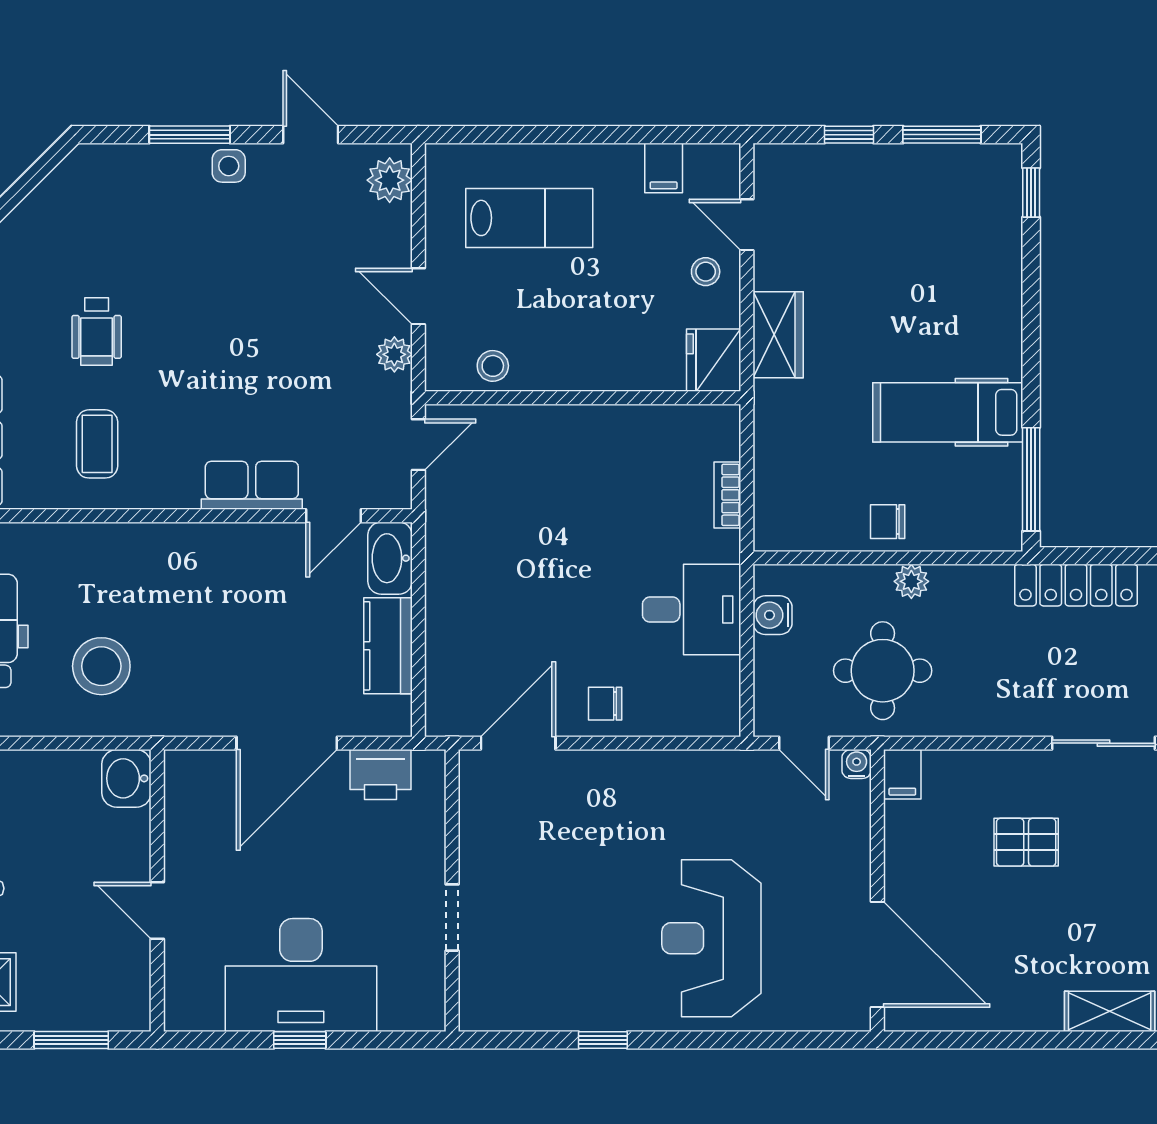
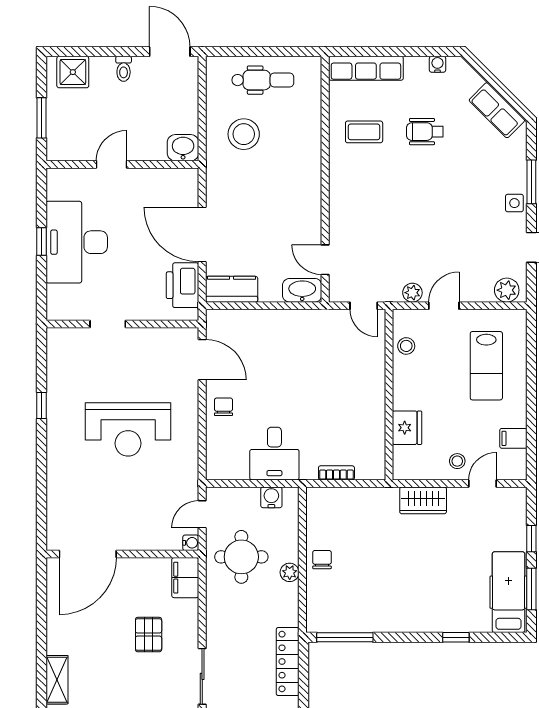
window: (1031, 193) -> (456, 637), moved
fridge: (714, 360) -> (407, 428), moved, turned 90
hospital bed: (948, 412) -> (509, 592), moved
row of seats: (252, 485) -> (497, 110), moved, turned 135
kitchen counter: (388, 646) -> (232, 289), moved
filing cabinet: (902, 774) -> (185, 578), width x2.00
printer: (381, 775) -> (182, 285), width x1.37, depth x1.19
reception desk: (711, 938) -> (128, 429), moved, turned 180

